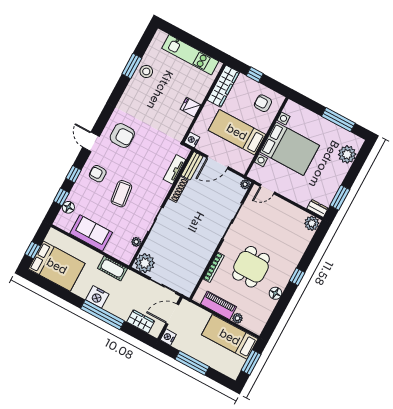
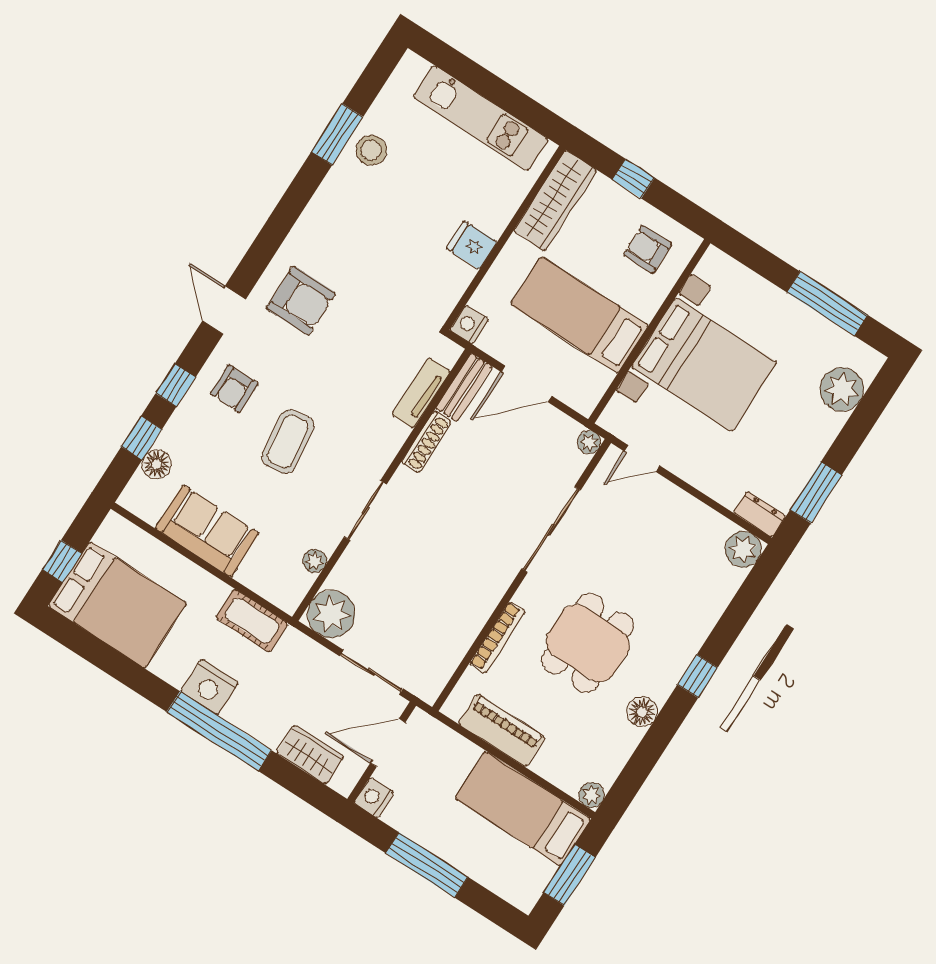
armchair: (98, 174) -> (234, 389), turned -90
plant: (237, 318) -> (591, 795), moved

